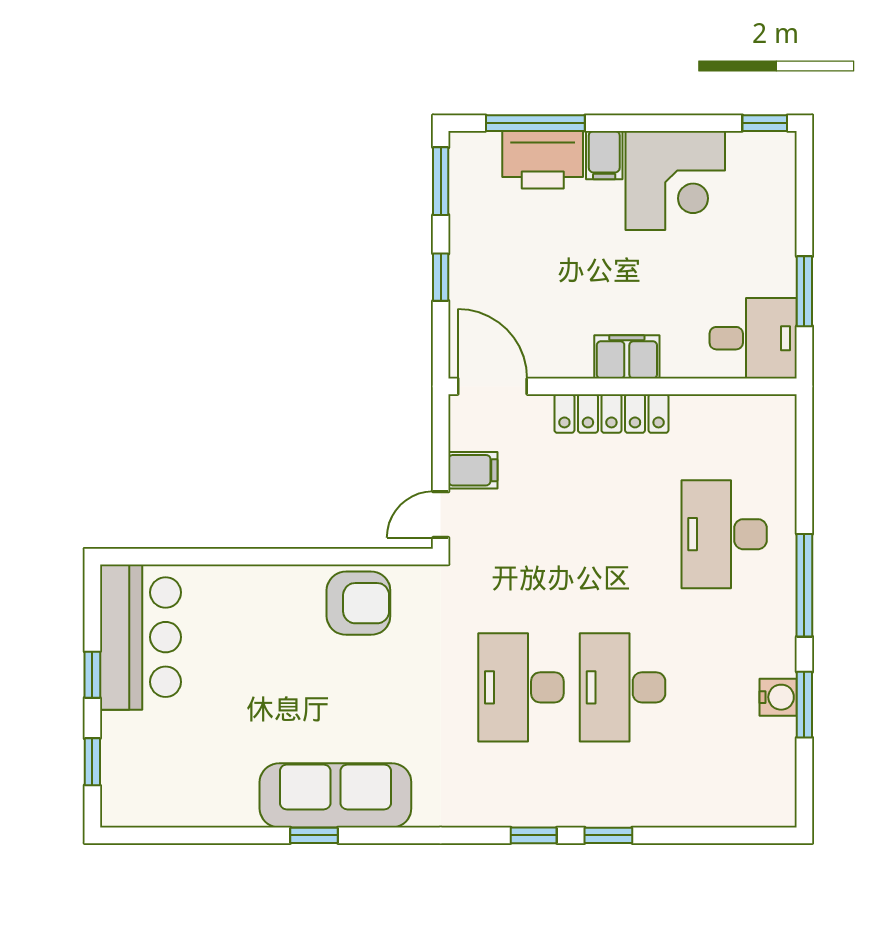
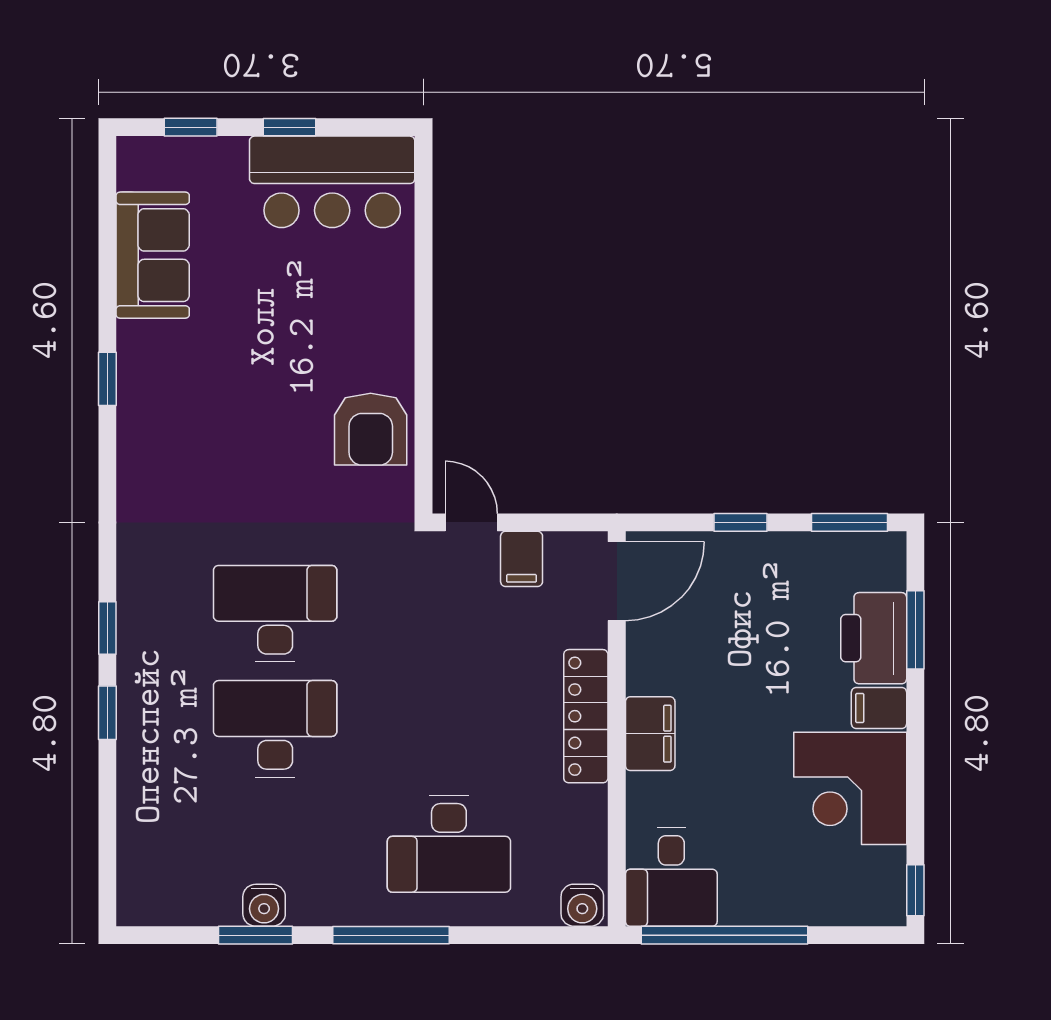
window: (535, 123) -> (915, 630), width x0.69
window: (804, 291) -> (725, 935), width x2.11
water cooler: (778, 417) -> (582, 905), added
desk: (724, 534) -> (449, 844), turned 180
sofa: (335, 795) -> (153, 255), moved, width x0.73

